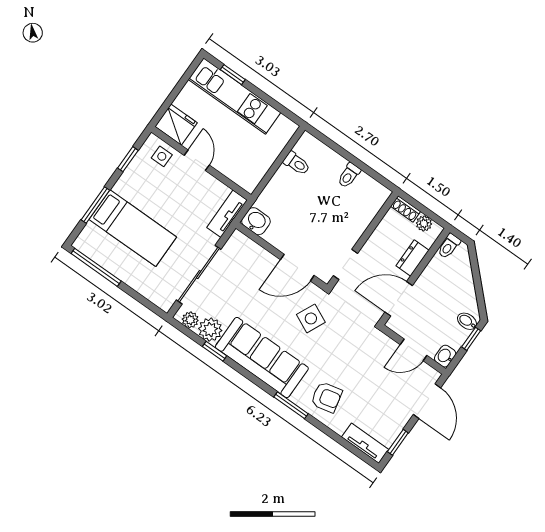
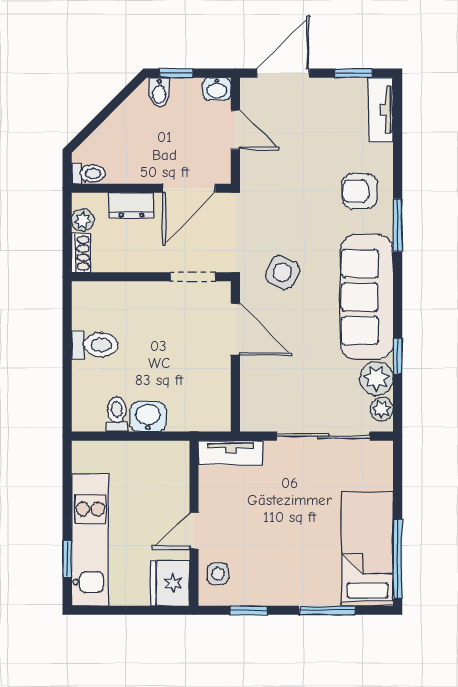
toilet: (349, 175) -> (95, 345), width x1.37, depth x1.39
washbasin: (256, 221) -> (148, 417), moved, turned 90
bed: (133, 228) -> (368, 549), moved
door: (399, 299) -> (189, 188), hinge flipped
armchair: (327, 397) -> (360, 191), turned -77

